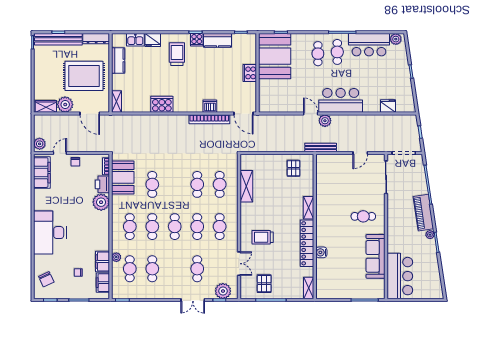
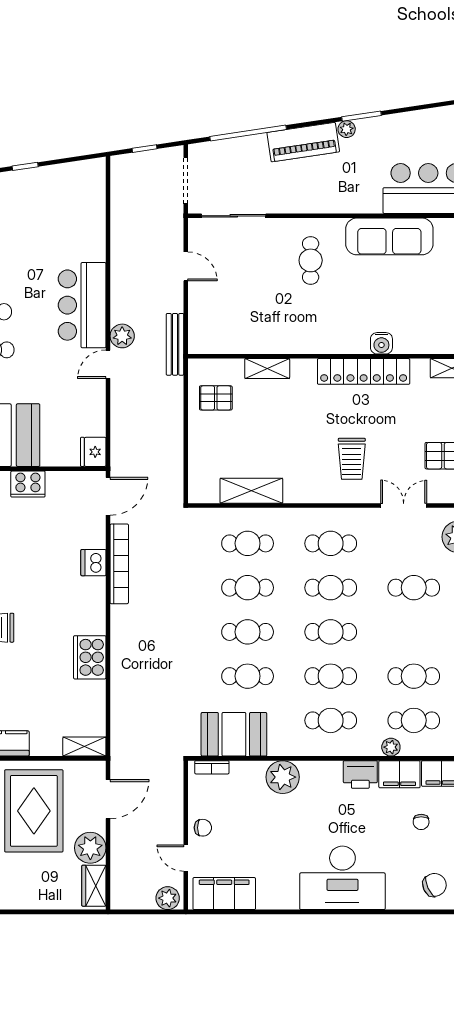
fridge: (388, 106) -> (93, 452), moved
printer: (102, 184) -> (360, 775), moved
cafe table: (175, 184) -> (248, 632), added
shelving: (308, 208) -> (267, 369), moved

